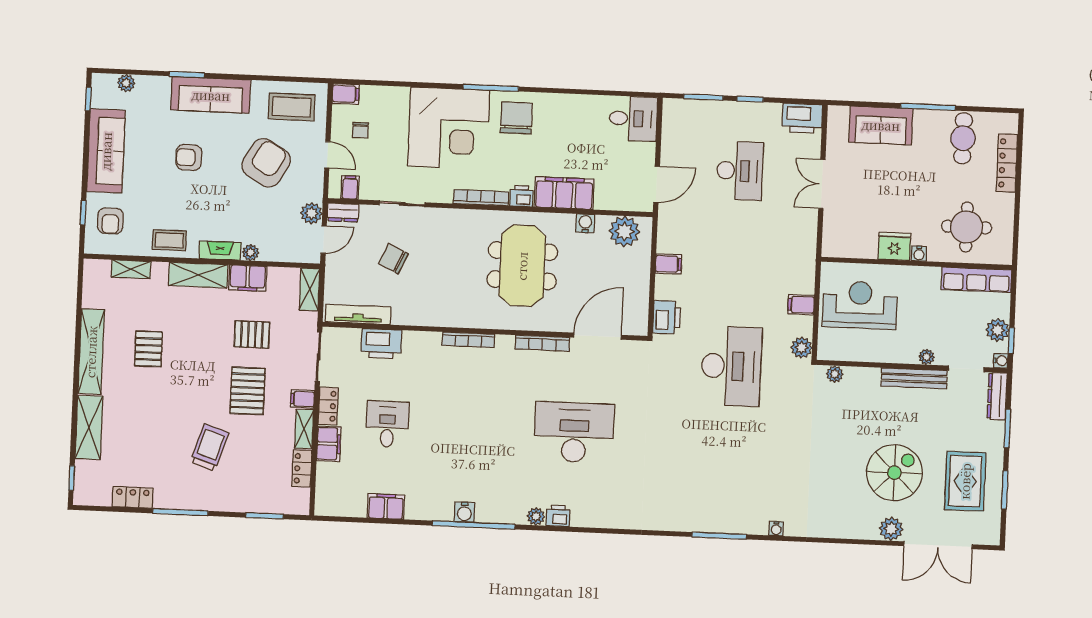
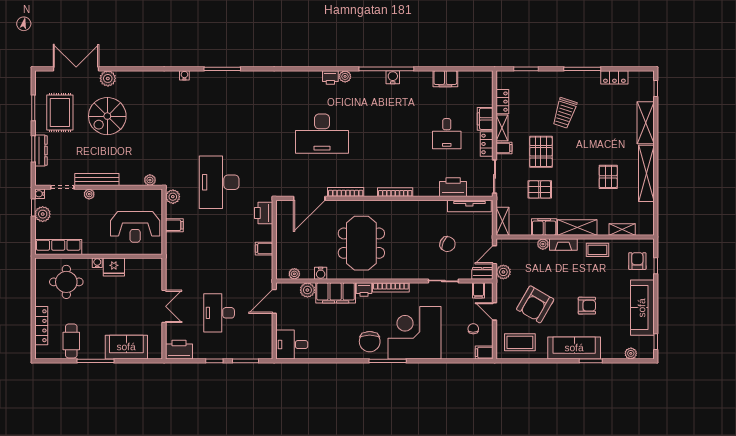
plant: (606, 199) -> (307, 290), added
plant: (624, 231) -> (294, 274), width x0.53, depth x0.53
dresser: (997, 396) -> (41, 150), moved

